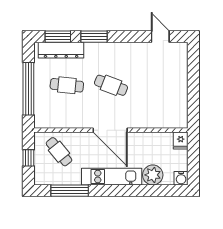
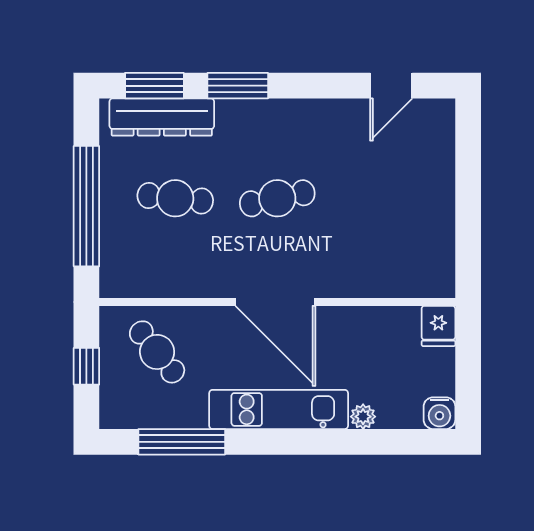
door: (160, 37) -> (391, 86), swing flipped
cafe table: (111, 85) -> (277, 198), turned -33
plant: (153, 175) -> (363, 417), width x0.53, depth x0.53

